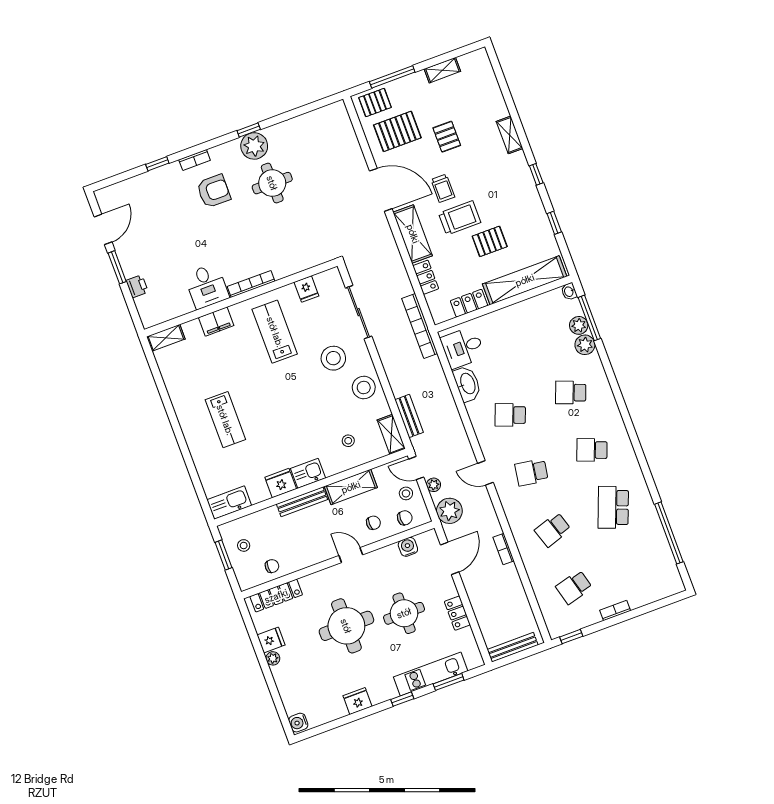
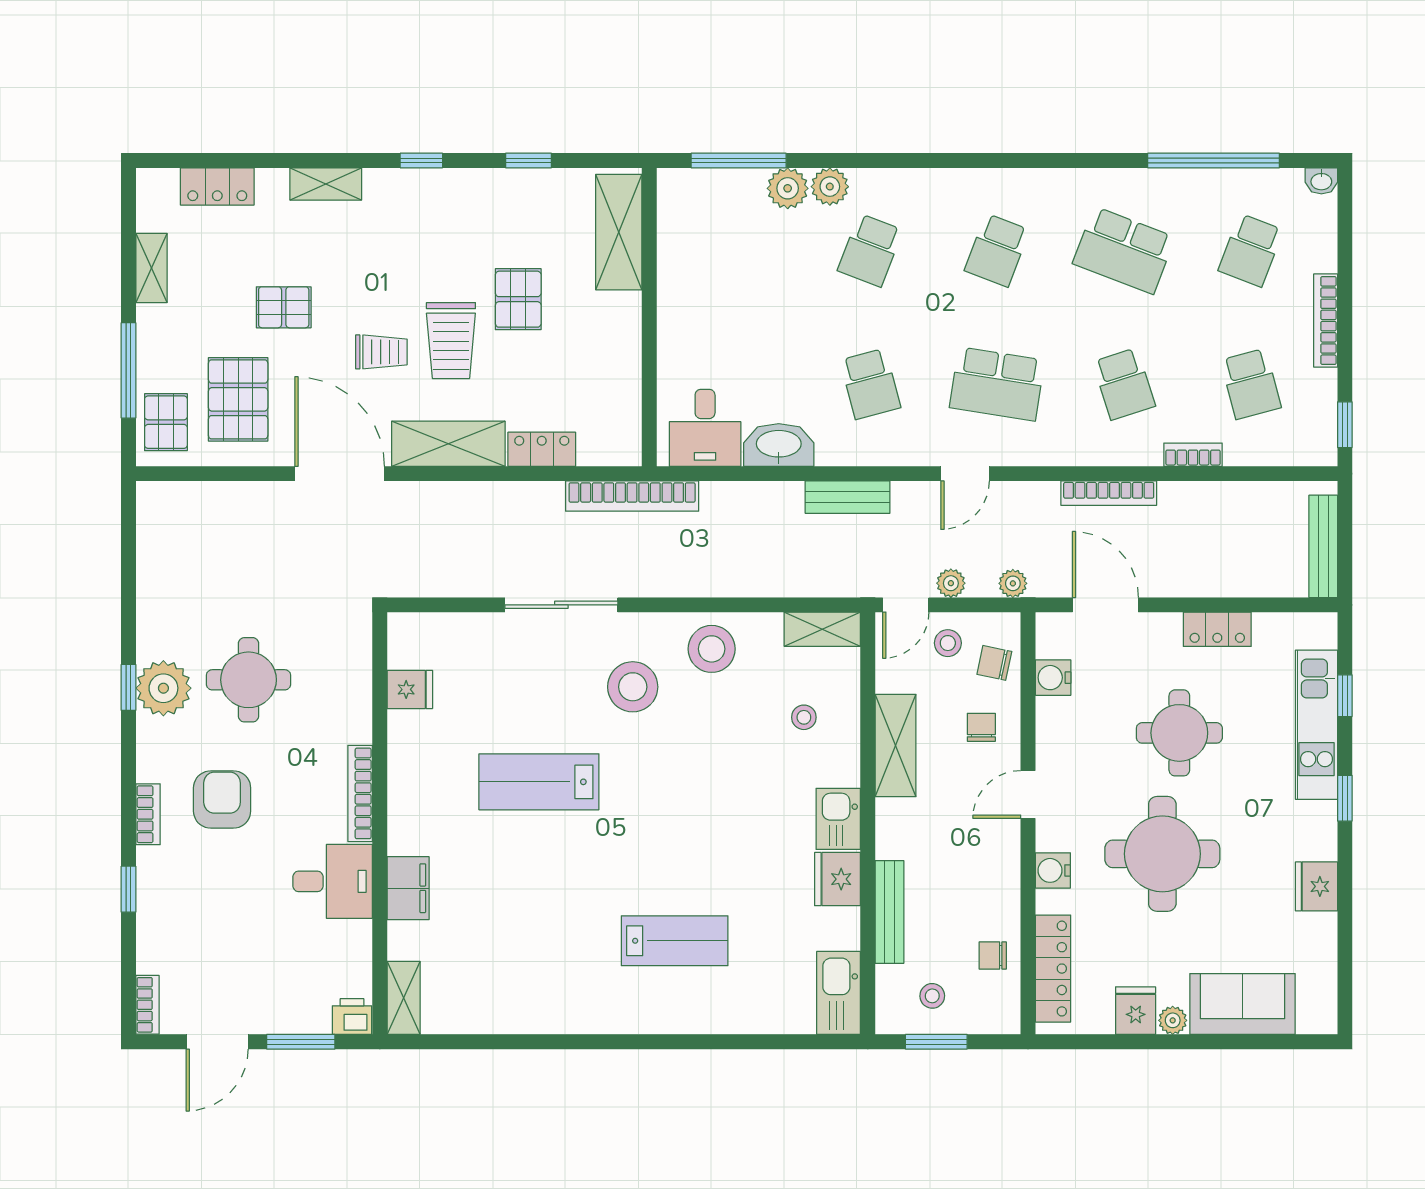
door: (381, 190) -> (340, 474), hinge flipped
bookcase: (108, 192) -> (148, 1005), added
trolley: (460, 218) -> (451, 341), turned 180
door: (103, 229) -> (217, 1042), swing flipped
shelving: (525, 280) -> (619, 232), width x0.68
bookcase: (251, 284) -> (360, 793), moved
desk: (207, 286) -> (333, 881), moved
fridge: (306, 289) -> (410, 689), moved
washbasin: (569, 292) -> (1321, 181), moved
wall: (241, 298) -> (380, 823), moved
locker: (469, 303) -> (217, 186), moved, turned -90
filing cabinet: (216, 321) -> (408, 888), moved
plant: (579, 325) -> (830, 187), moved
shelving: (166, 338) -> (404, 998), moved
school desk: (510, 415) -> (870, 384), turned -36
bench: (409, 416) -> (848, 497), moved
school desk: (531, 472) -> (997, 384), width x1.85
bench: (302, 502) -> (889, 912), moved
plant: (449, 511) -> (1013, 583), width x0.53, depth x0.53
chair: (405, 518) -> (994, 663), turned -78
bookcase: (504, 549) -> (1109, 493), width x1.56
school desk: (634, 565) -> (1251, 250), added
chair: (272, 566) -> (993, 956), turned -90
bookcase: (532, 573) -> (1193, 455), added
bookcase: (615, 610) -> (1326, 321), width x1.56
window: (449, 682) -> (1345, 696), width x0.67
sofa: (292, 687) -> (1242, 1004), added
water cooler: (298, 723) -> (1053, 870), moved, turned 90

